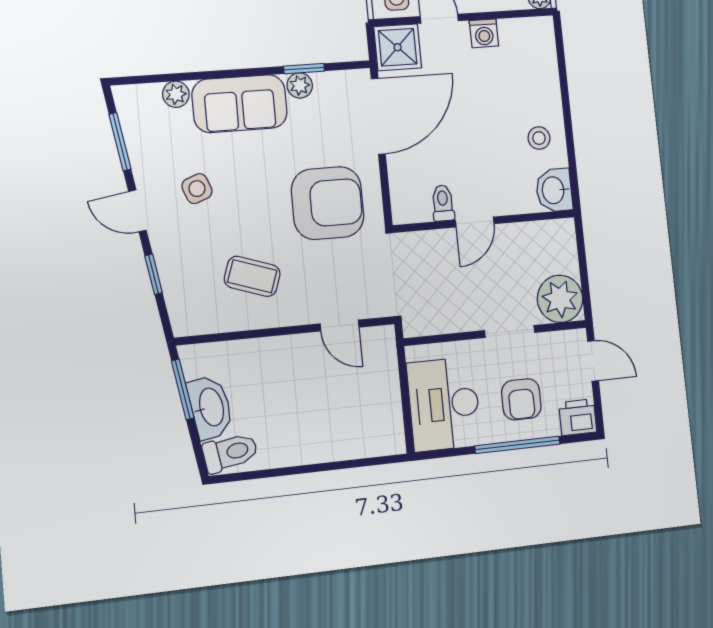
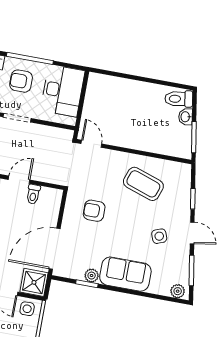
plant: (176, 94) -> (178, 291), moved
armchair: (328, 203) -> (94, 211), width x0.53, depth x0.53
coffee table: (252, 276) -> (143, 184), width x1.36, depth x1.30
door: (340, 326) -> (91, 144), moved
armchair: (521, 399) -> (21, 81), turned -90
washbasin: (210, 407) -> (186, 117), width x0.52, depth x0.69

